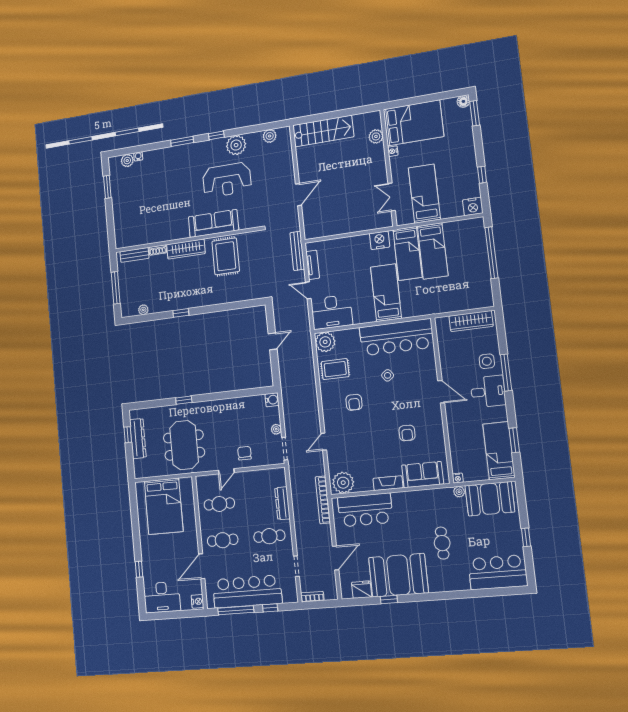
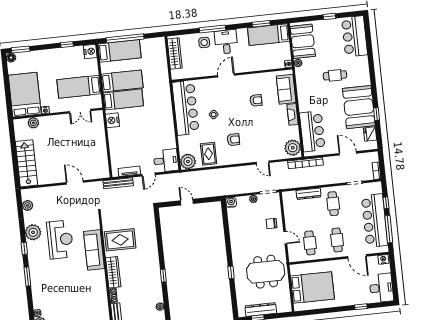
bed: (386, 293) -> (120, 51), moved, turned 180
desk: (332, 312) -> (166, 161), width x0.73

